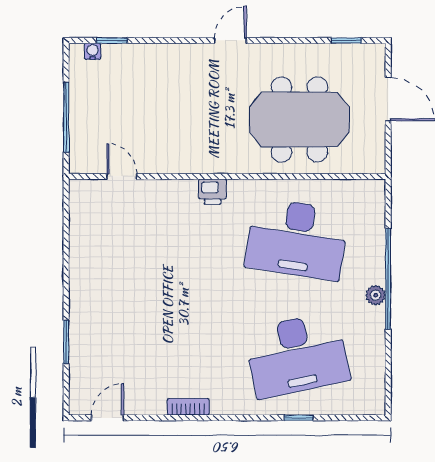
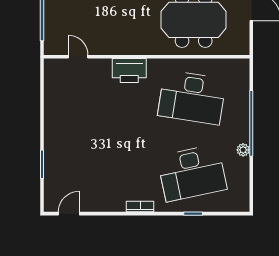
printer: (213, 191) -> (129, 70), width x1.87, depth x1.48
plant: (376, 295) -> (243, 150), moved
bookcase: (188, 407) -> (140, 207), moved

